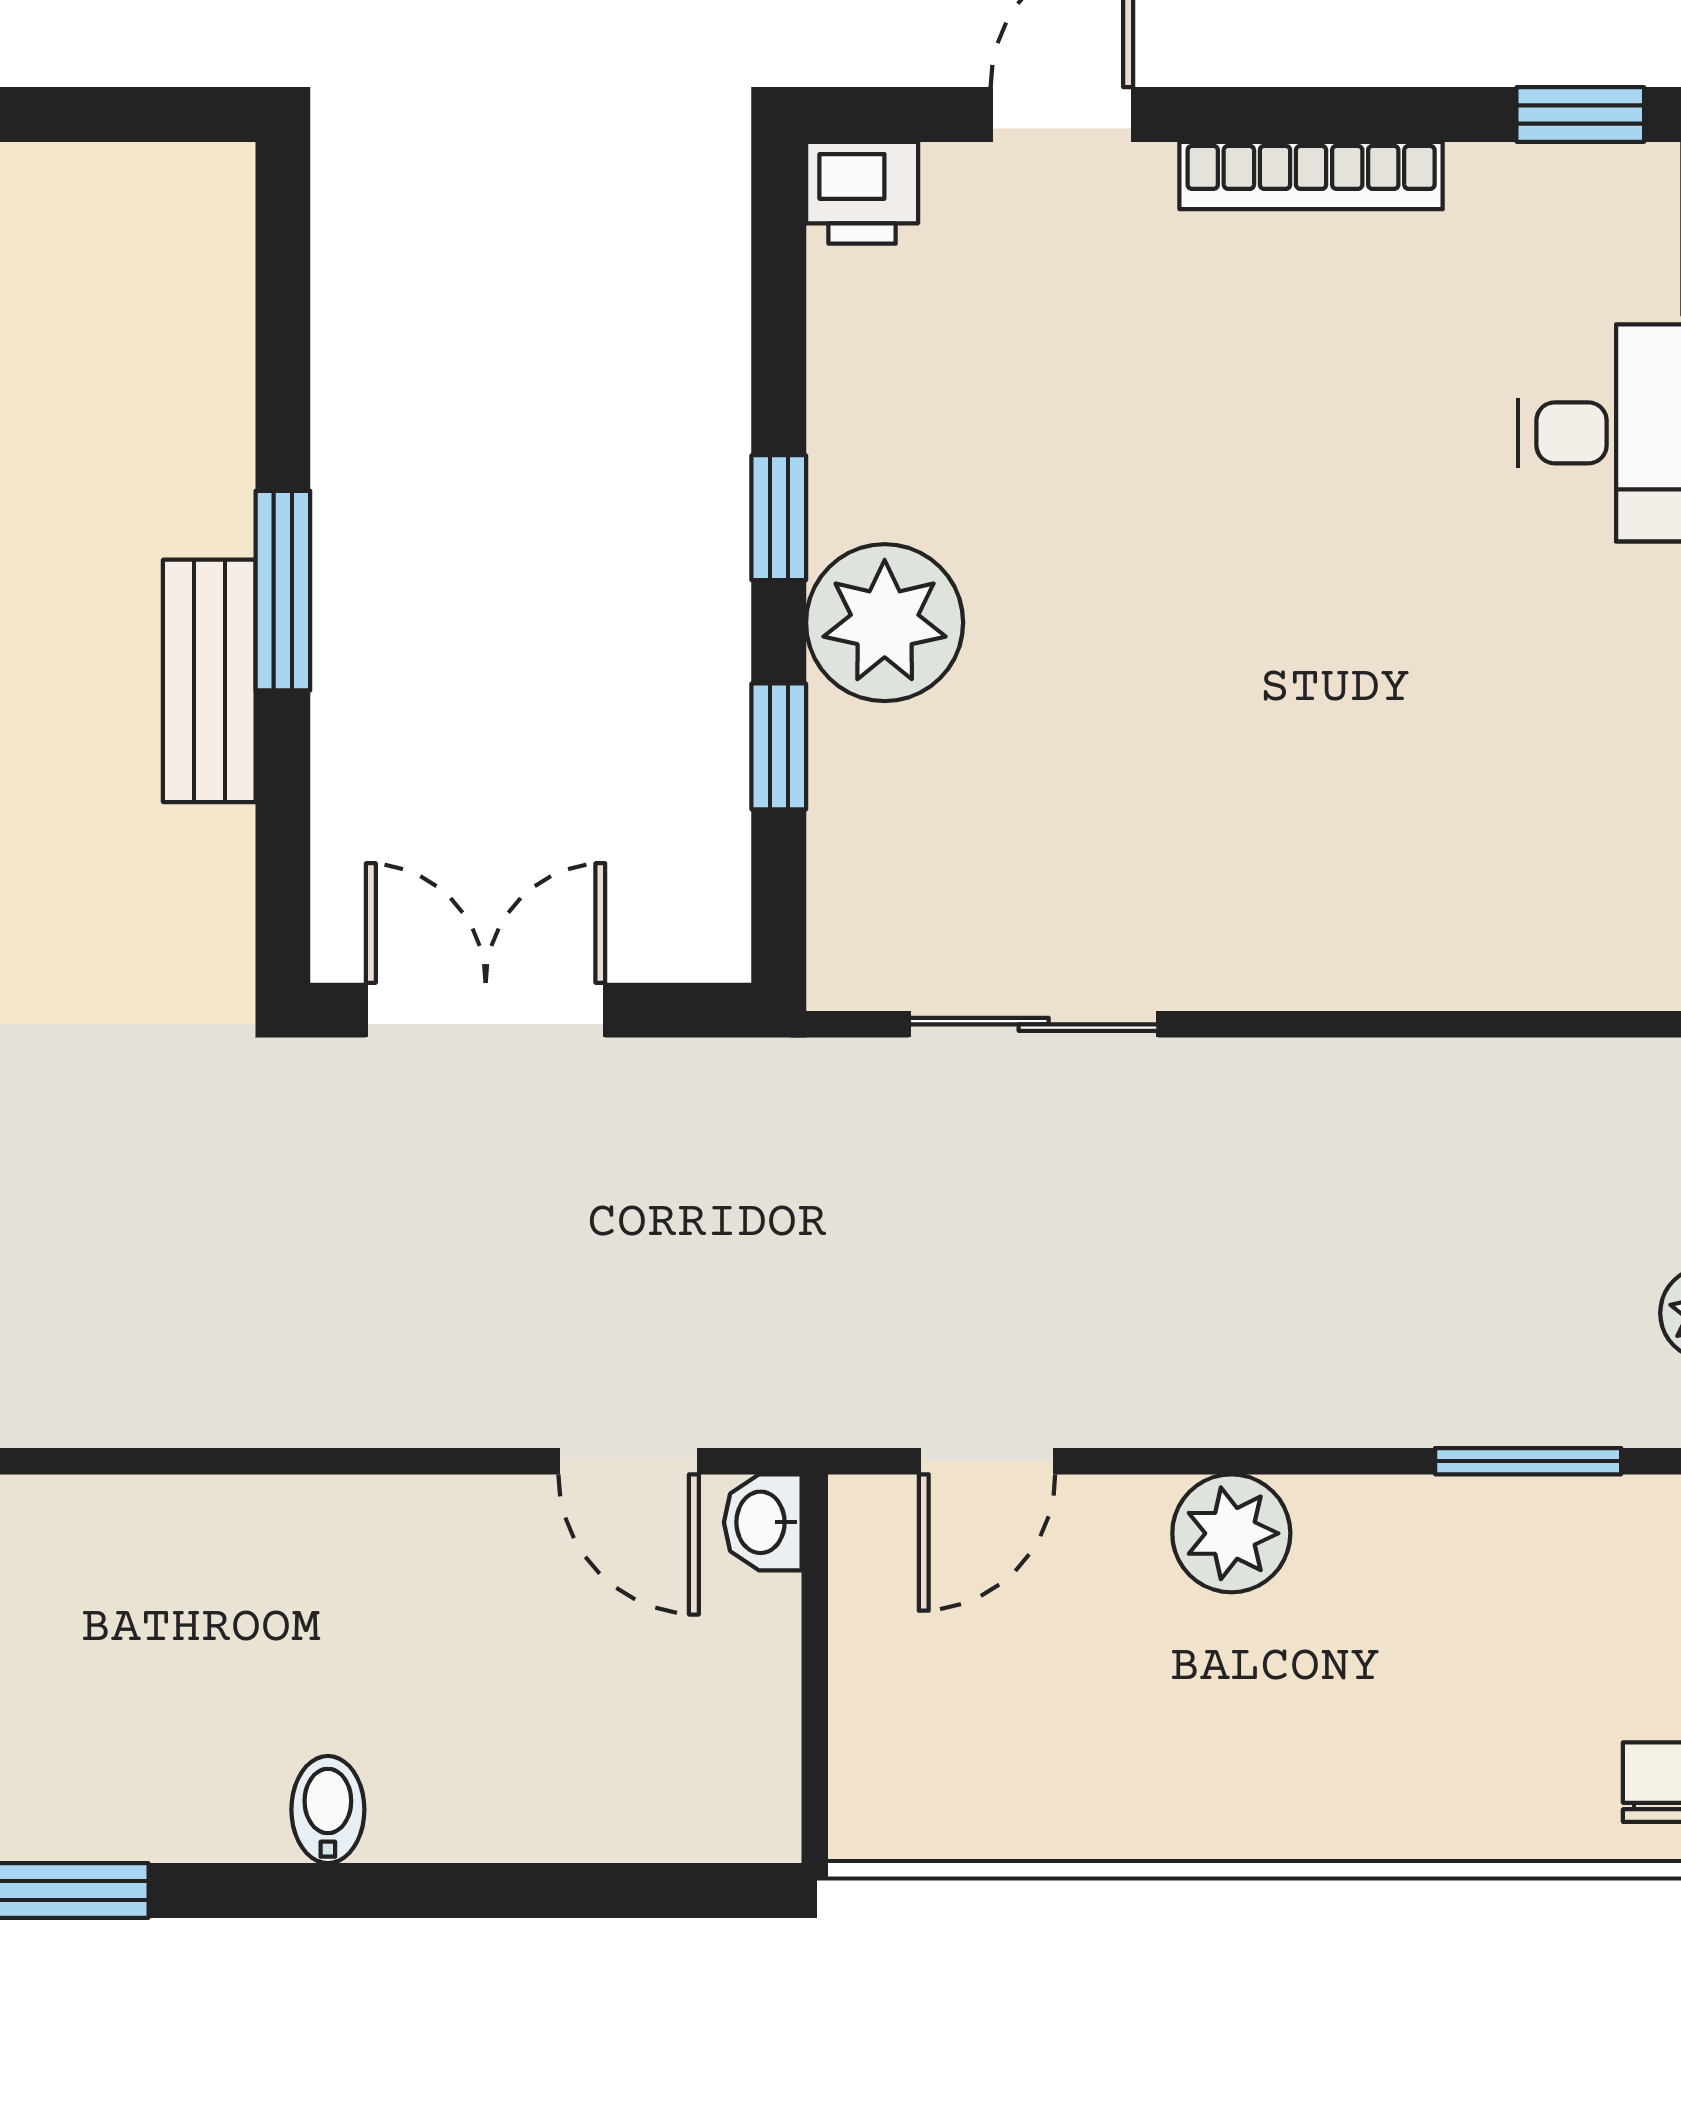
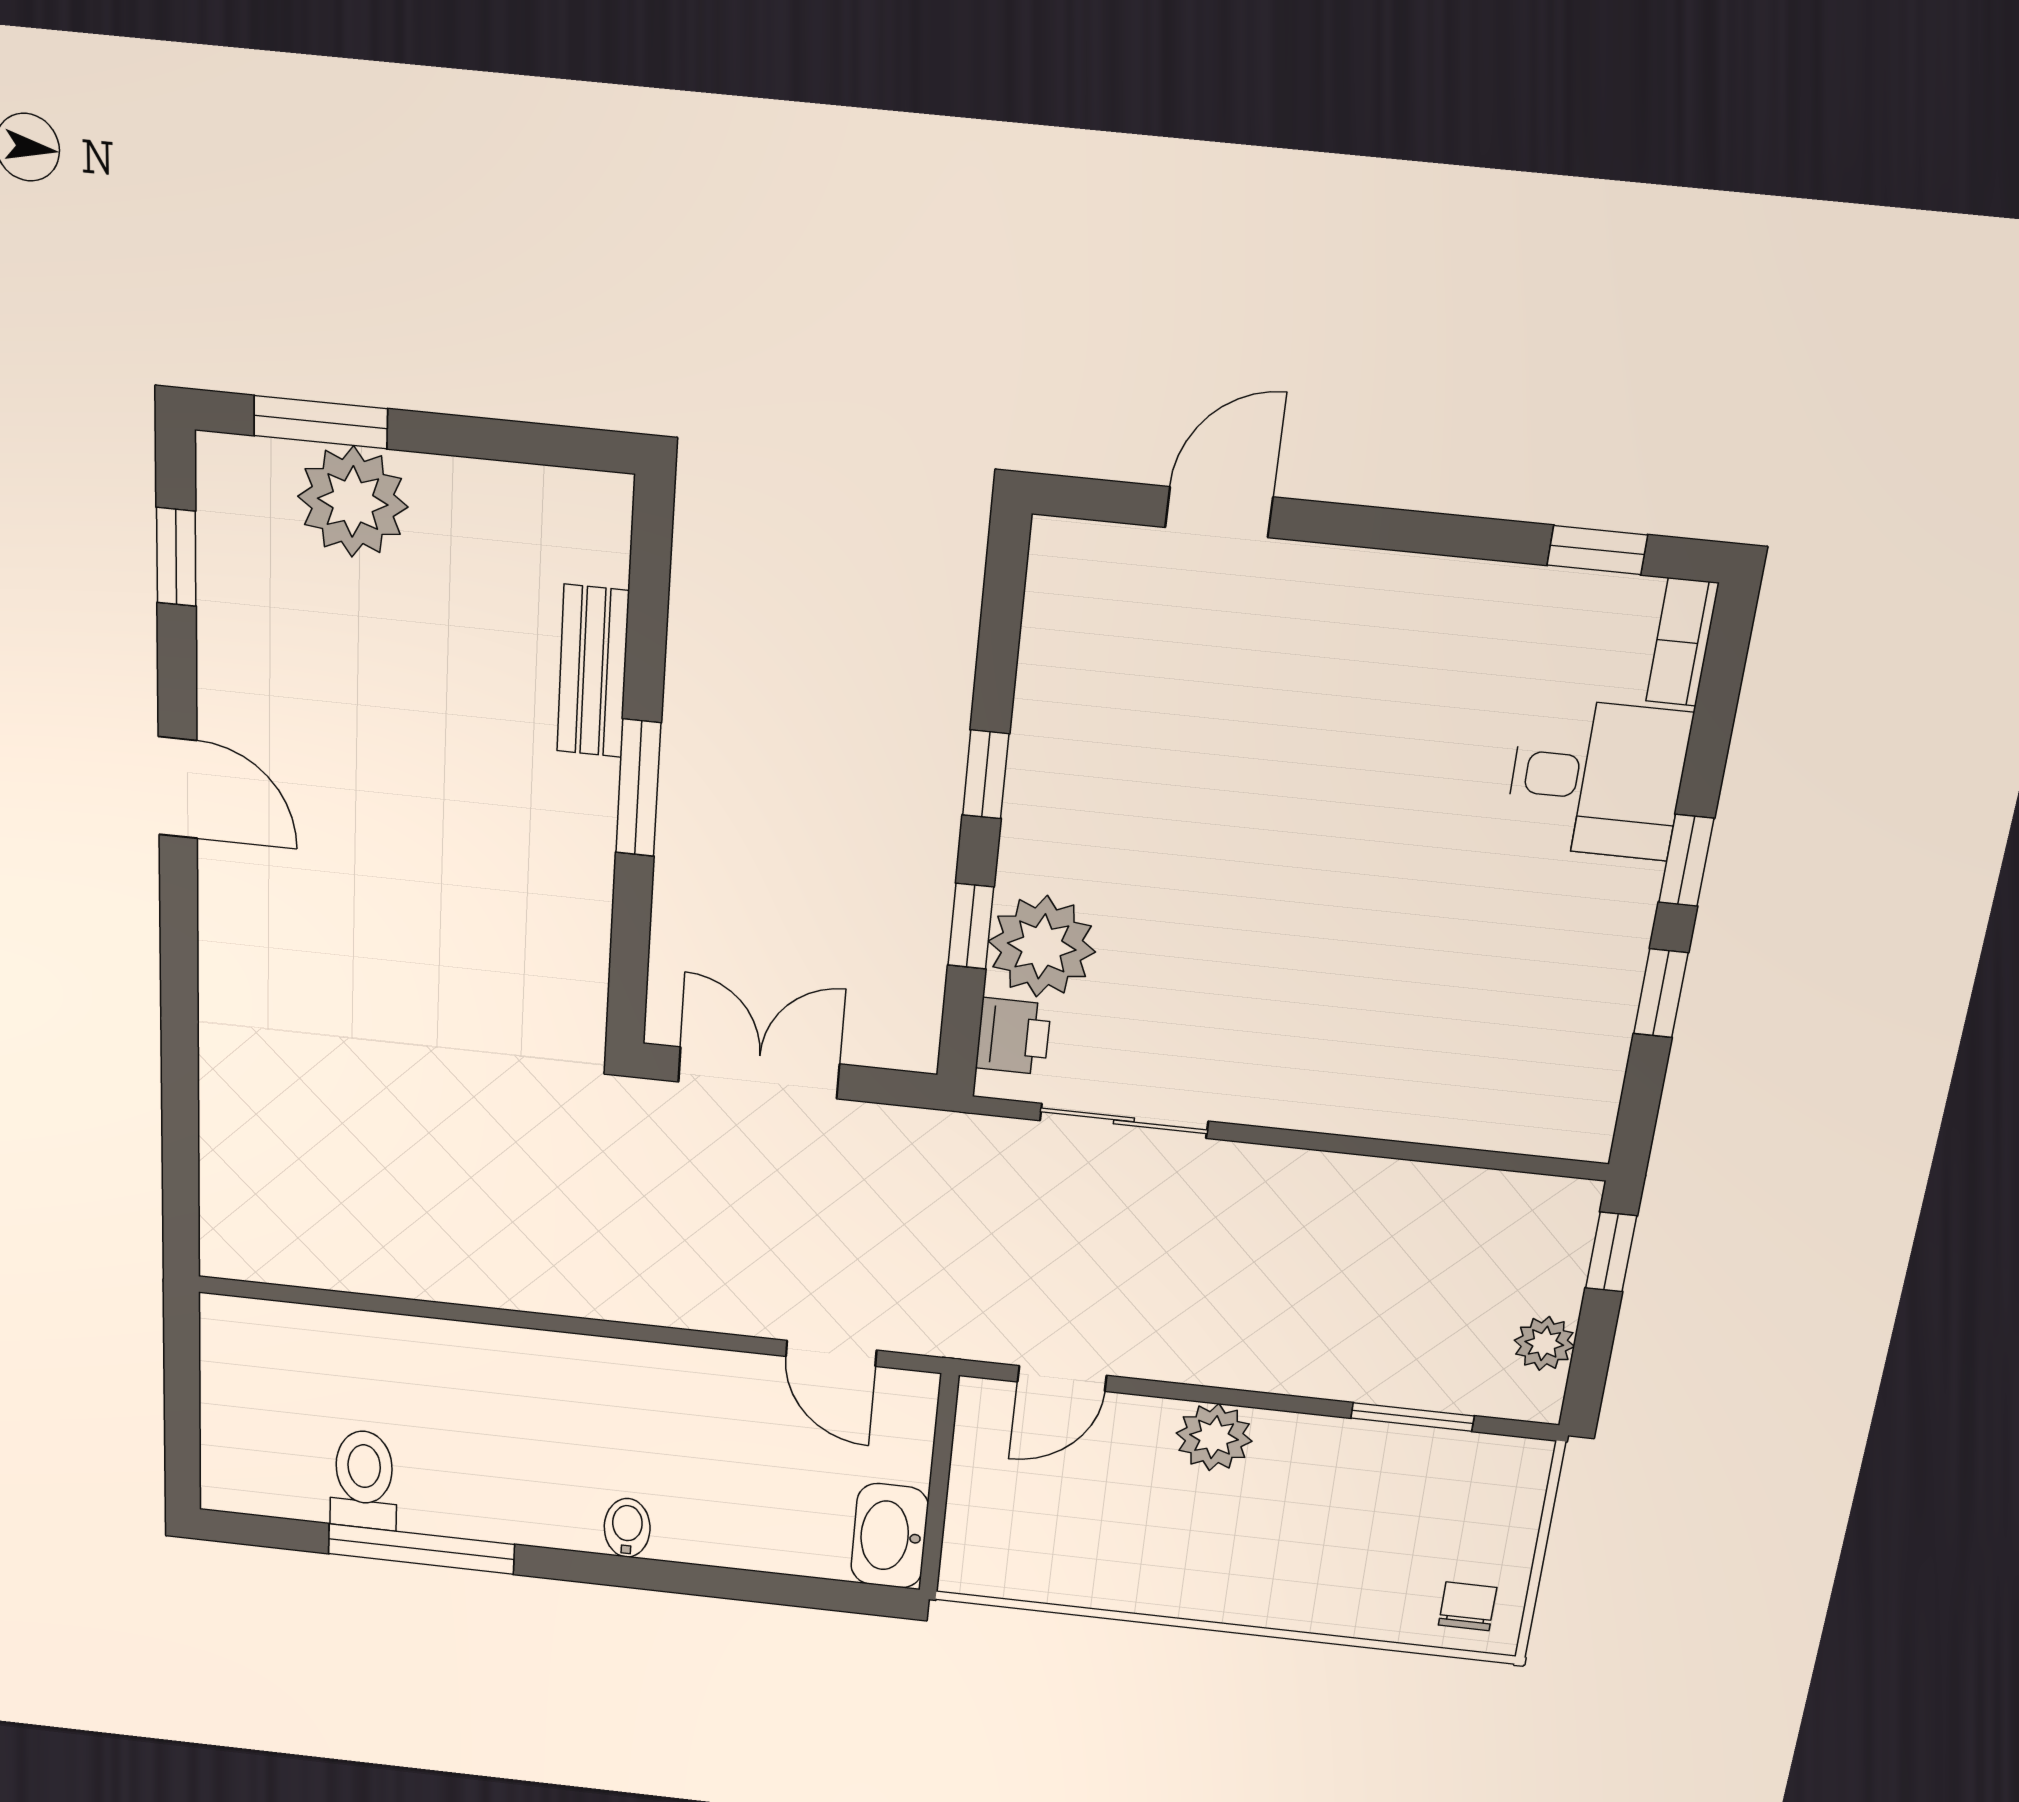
bookcase: (1311, 176) -> (1394, 574), removed
printer: (862, 193) -> (1013, 1036), moved, turned -90
plant: (885, 623) -> (1042, 946), moved
bench: (209, 681) -> (593, 671), moved
washbasin: (763, 1522) -> (890, 1536), moved, width x1.91, depth x1.45

